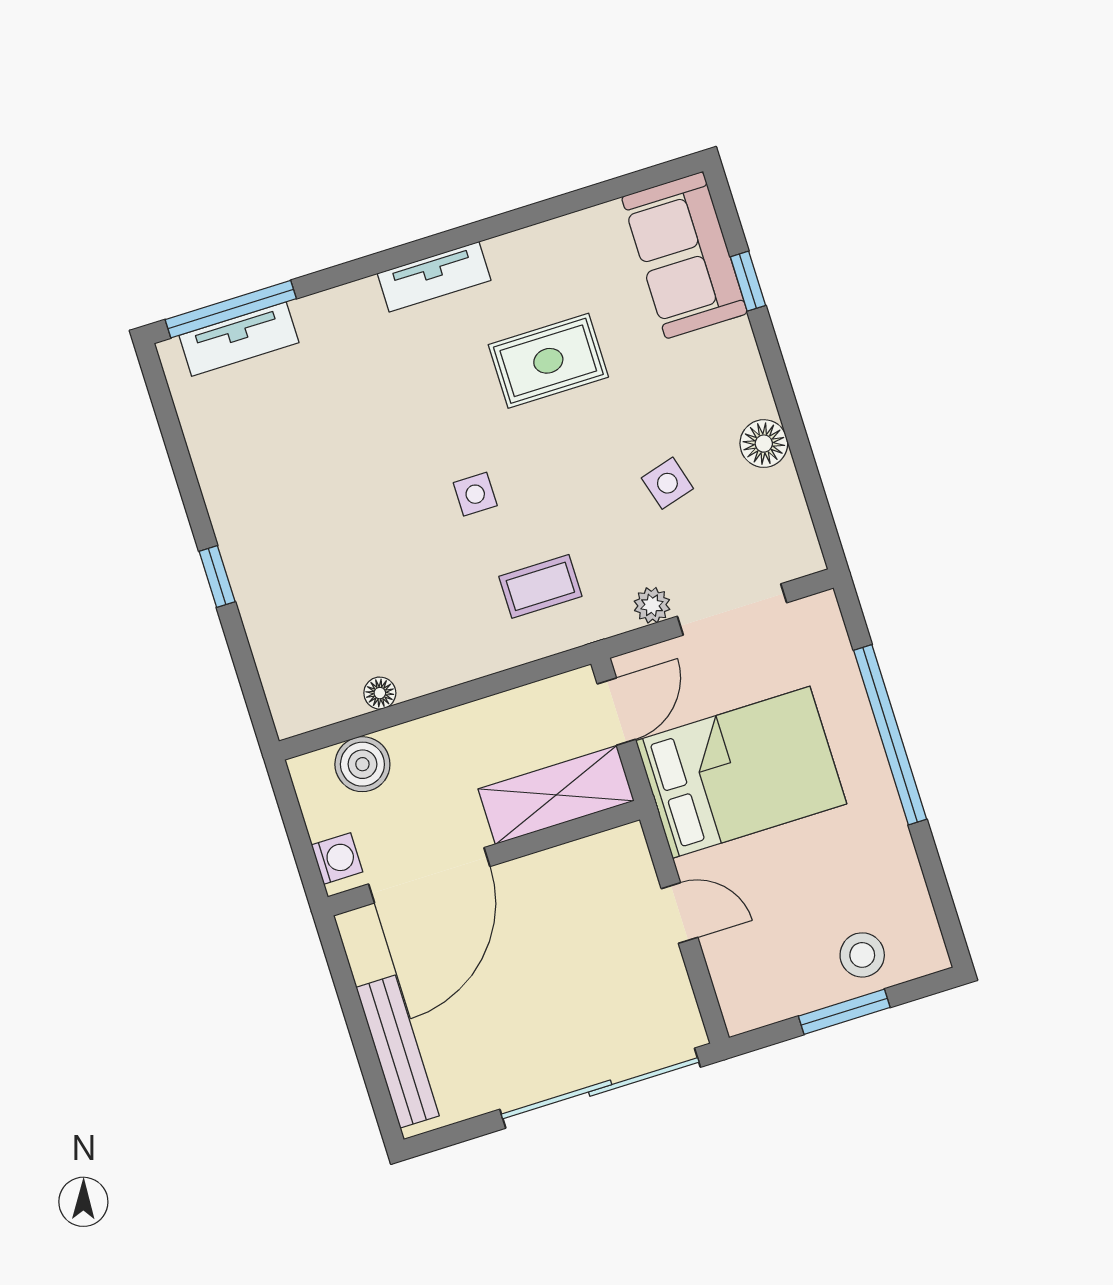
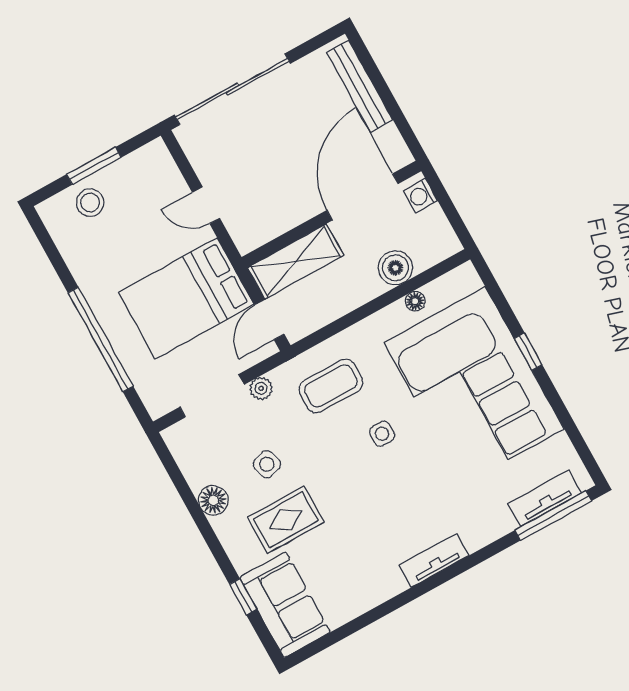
rug: (548, 361) -> (286, 520), moved
corner sofa: (314, 540) -> (474, 386), added
coffee table: (540, 586) -> (331, 386), width x1.36, depth x1.30
boiler: (362, 764) -> (395, 268), moved

